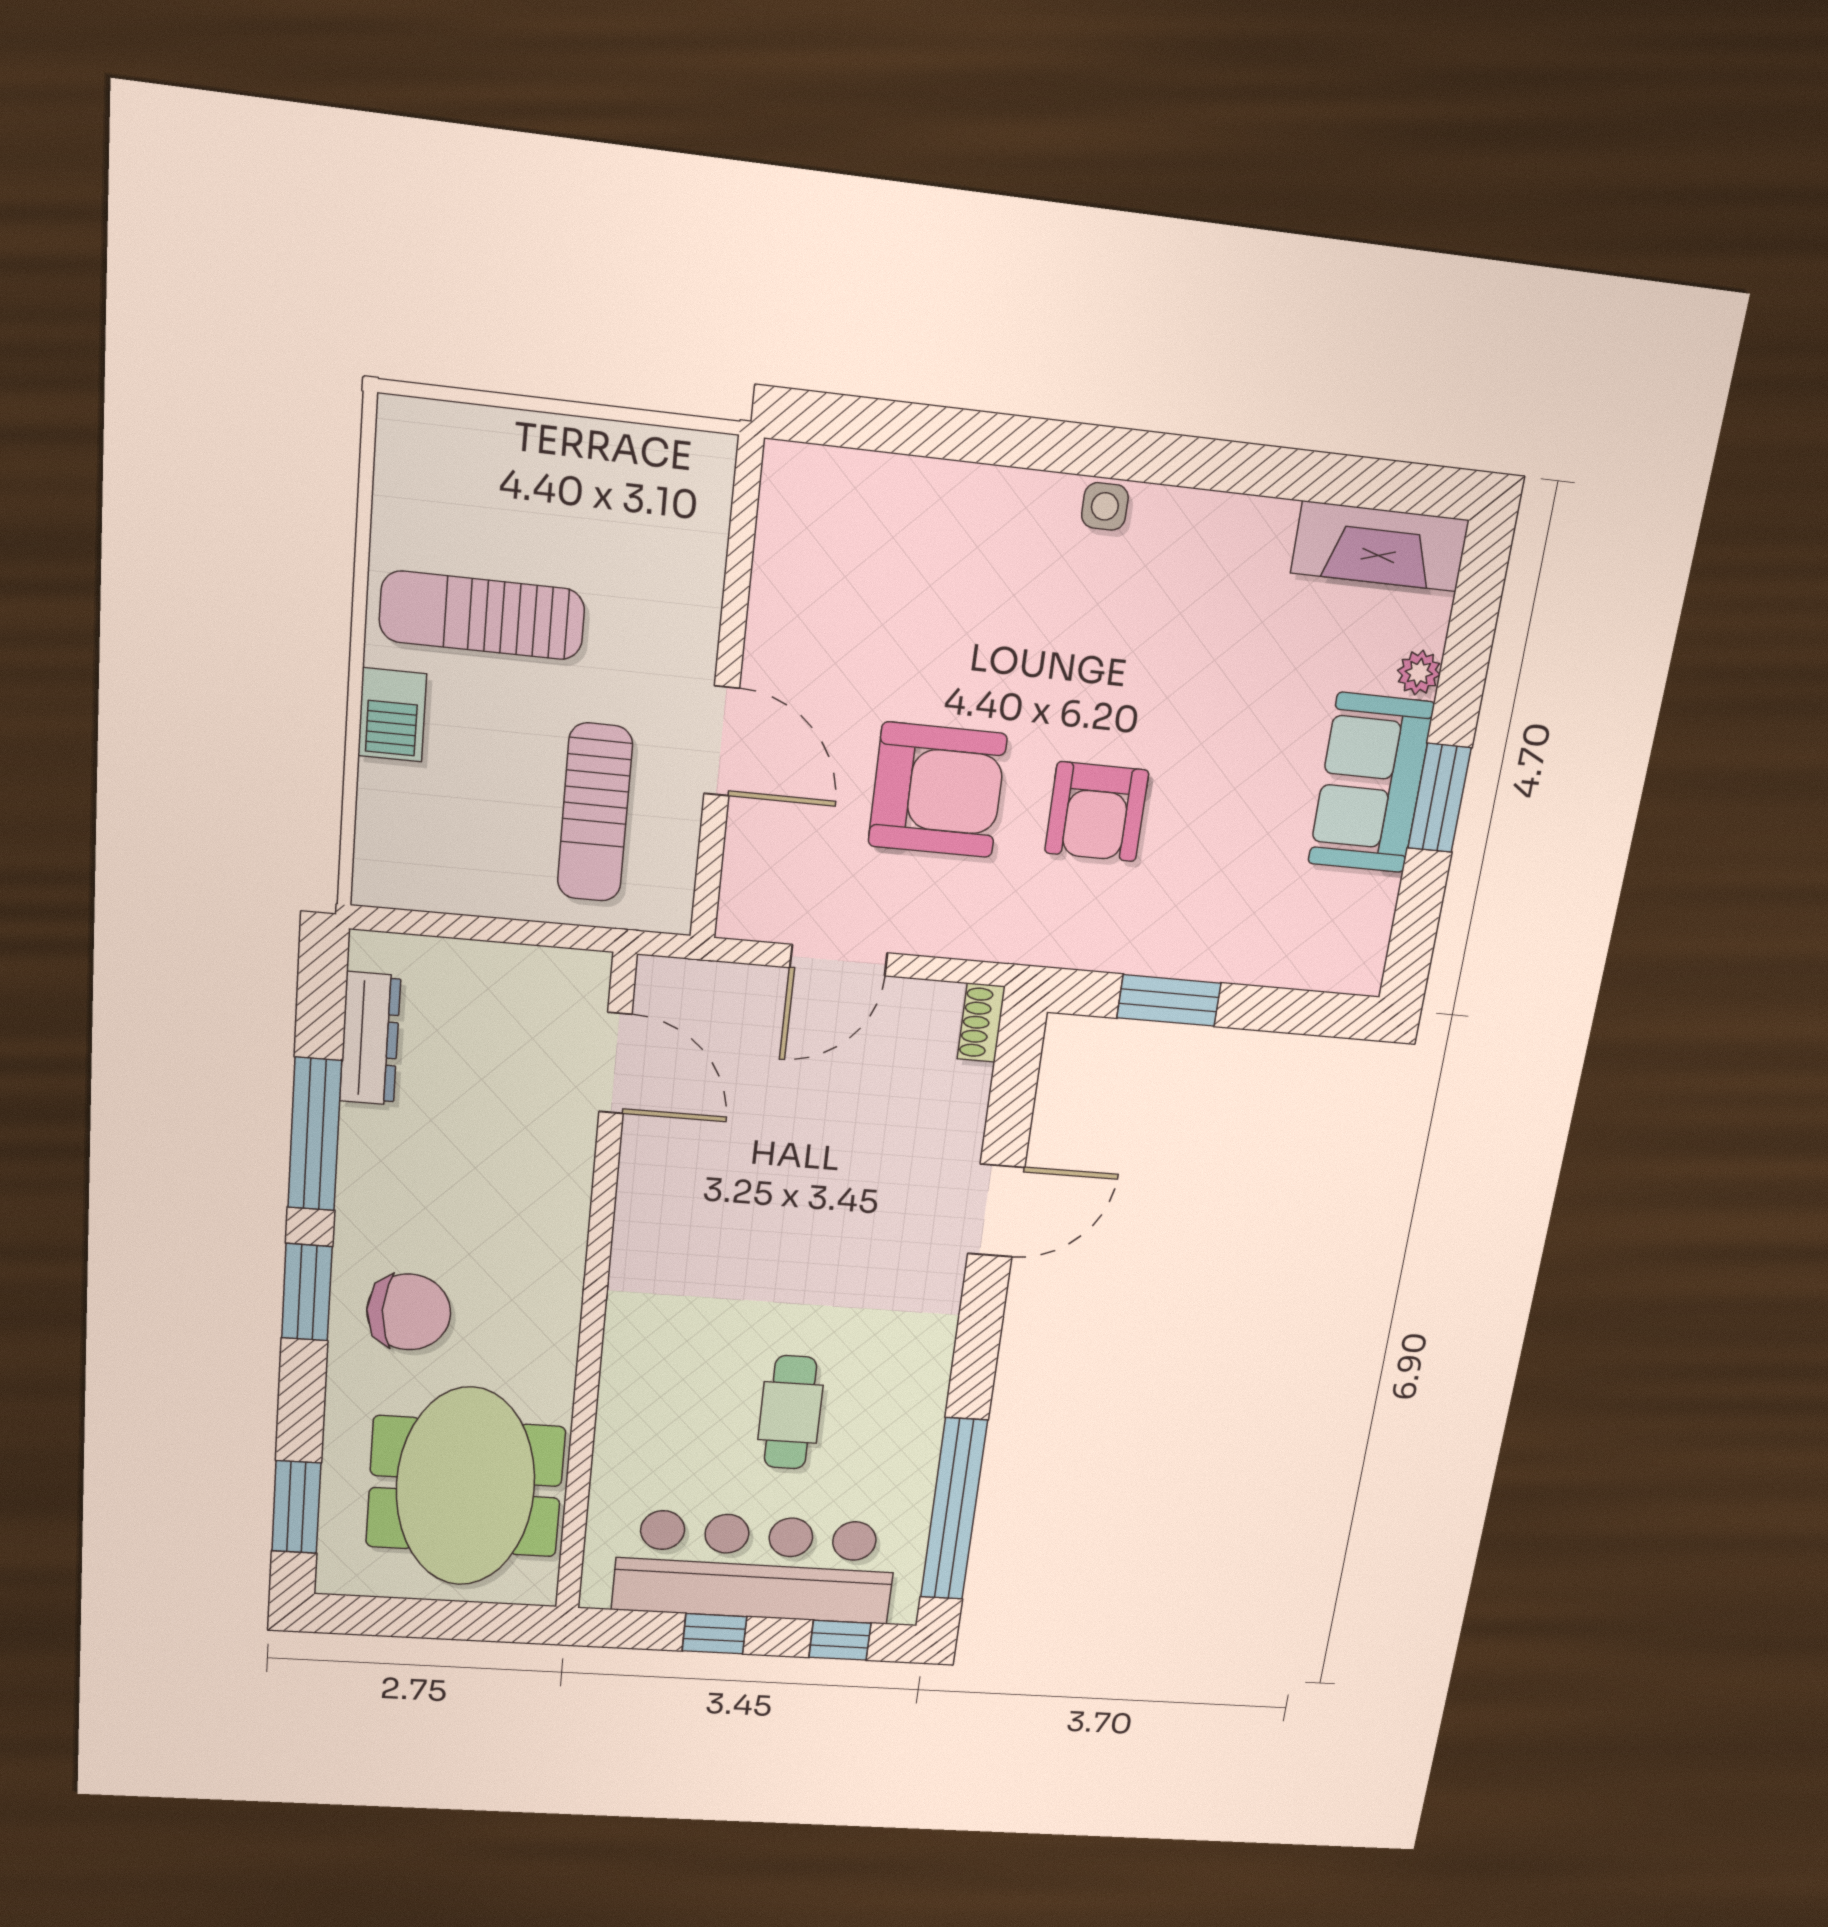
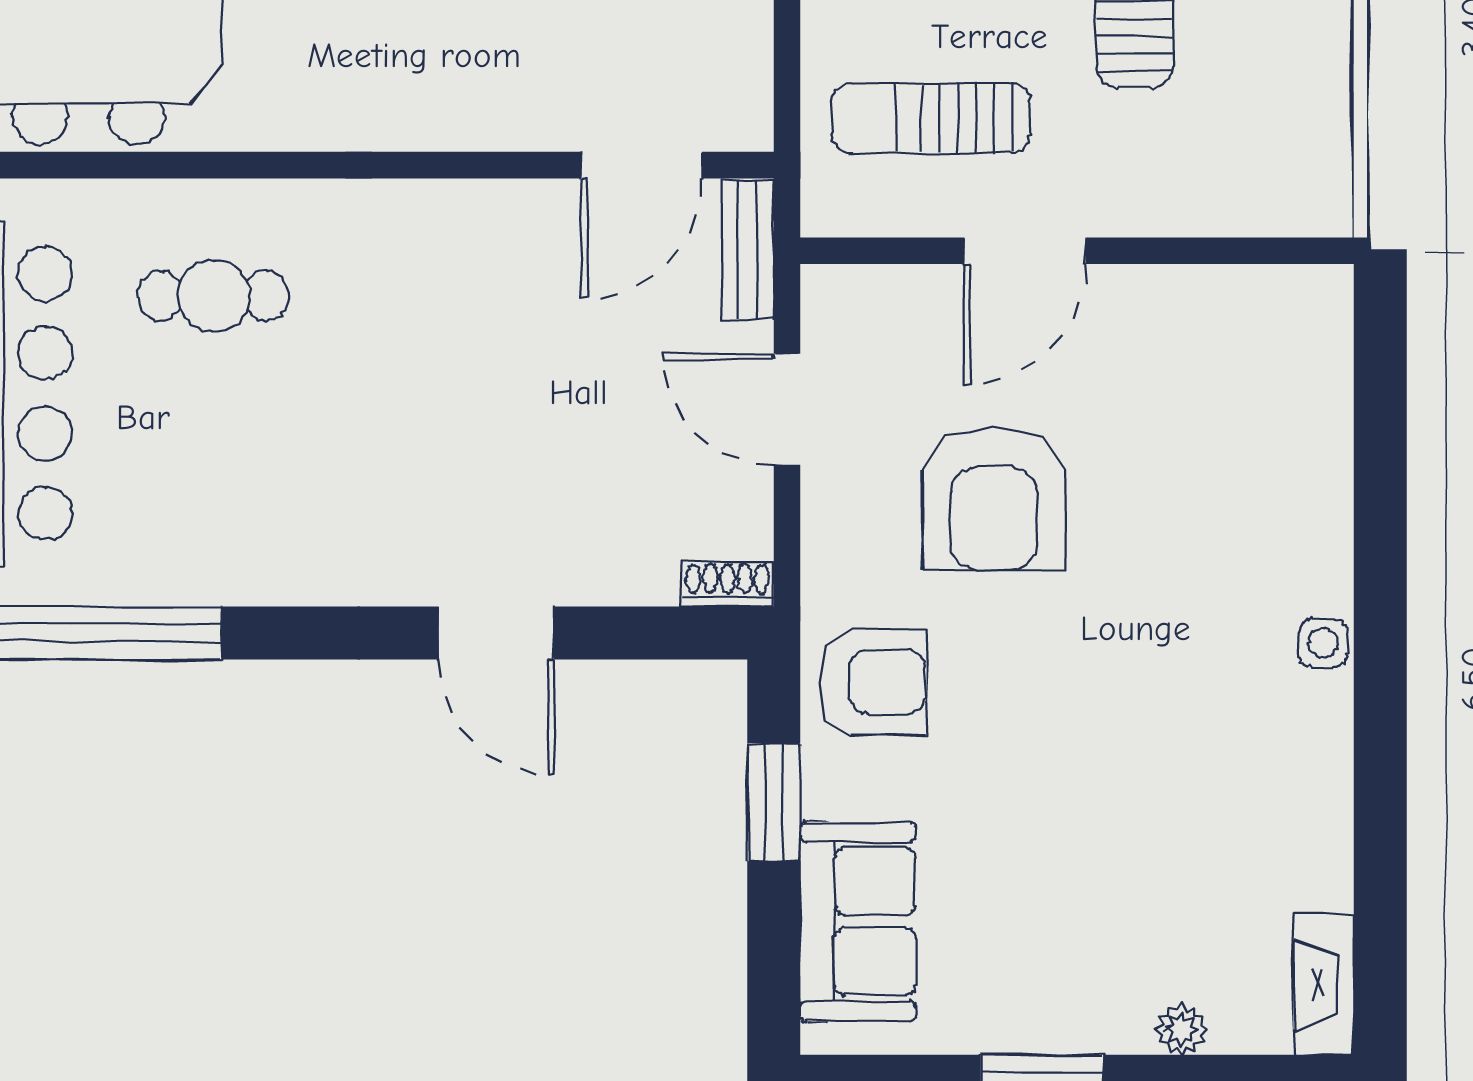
fireplace: (1380, 546) -> (1324, 984), width x0.73, depth x0.76
sofa: (1371, 783) -> (858, 922), moved, turned 90
armchair: (1097, 812) -> (873, 682), moved, turned 180
bench: (697, 981) -> (747, 249), added
cafe table: (790, 1412) -> (213, 296), moved

